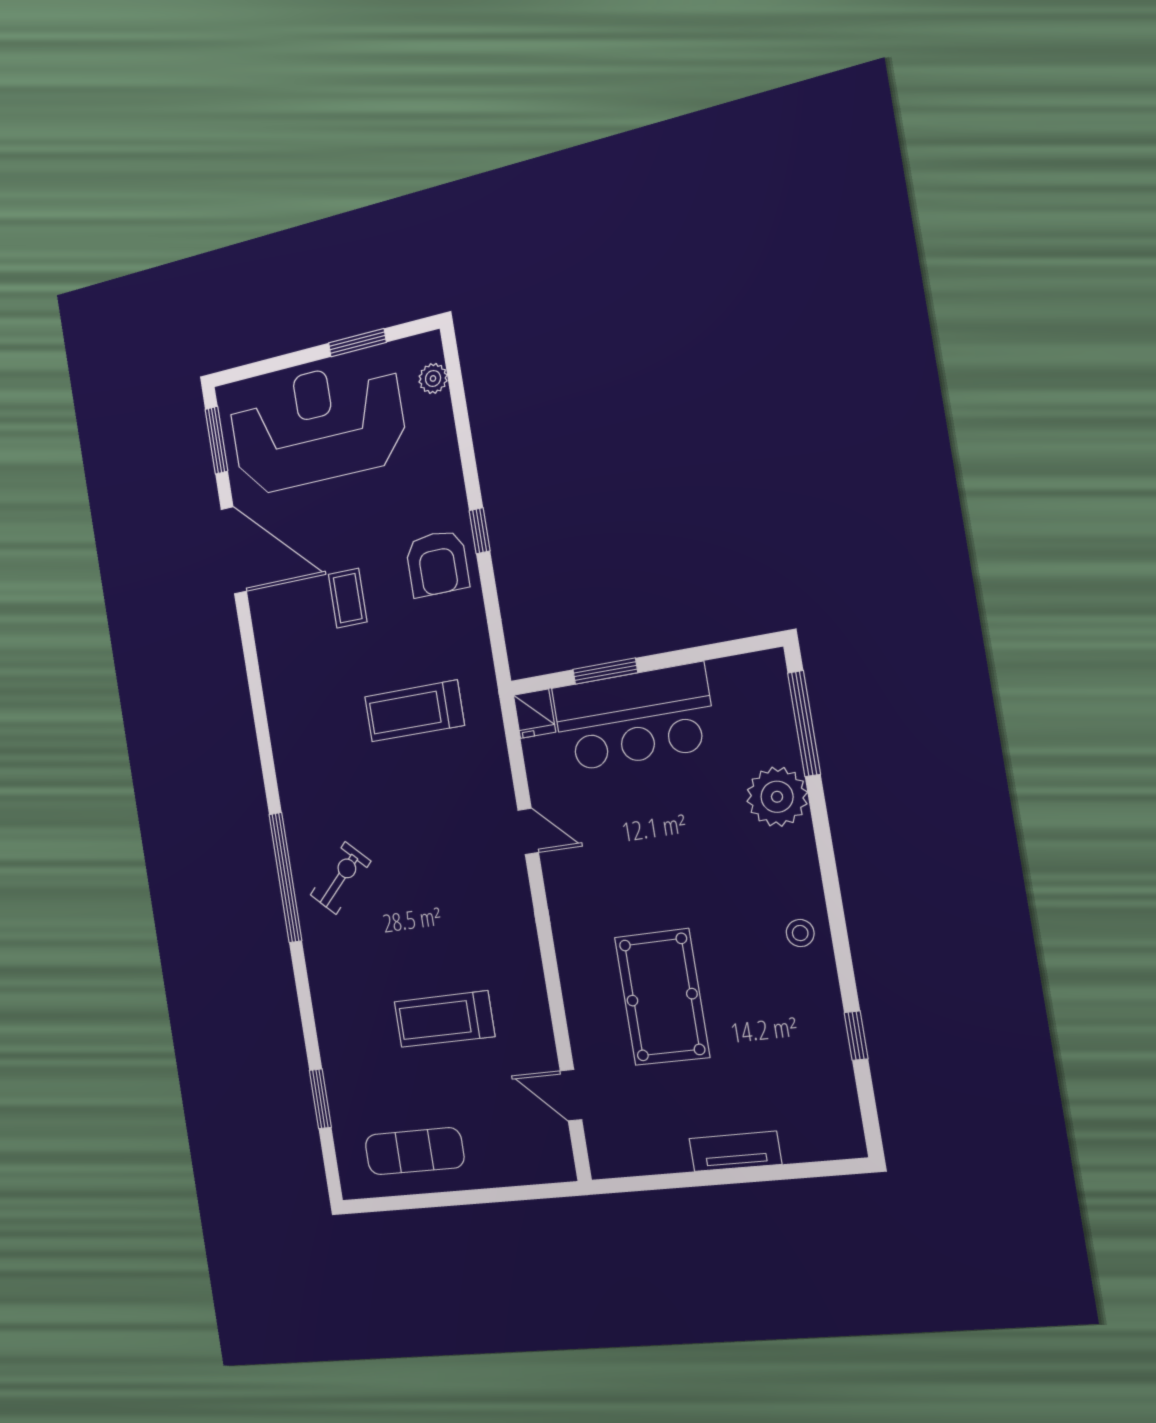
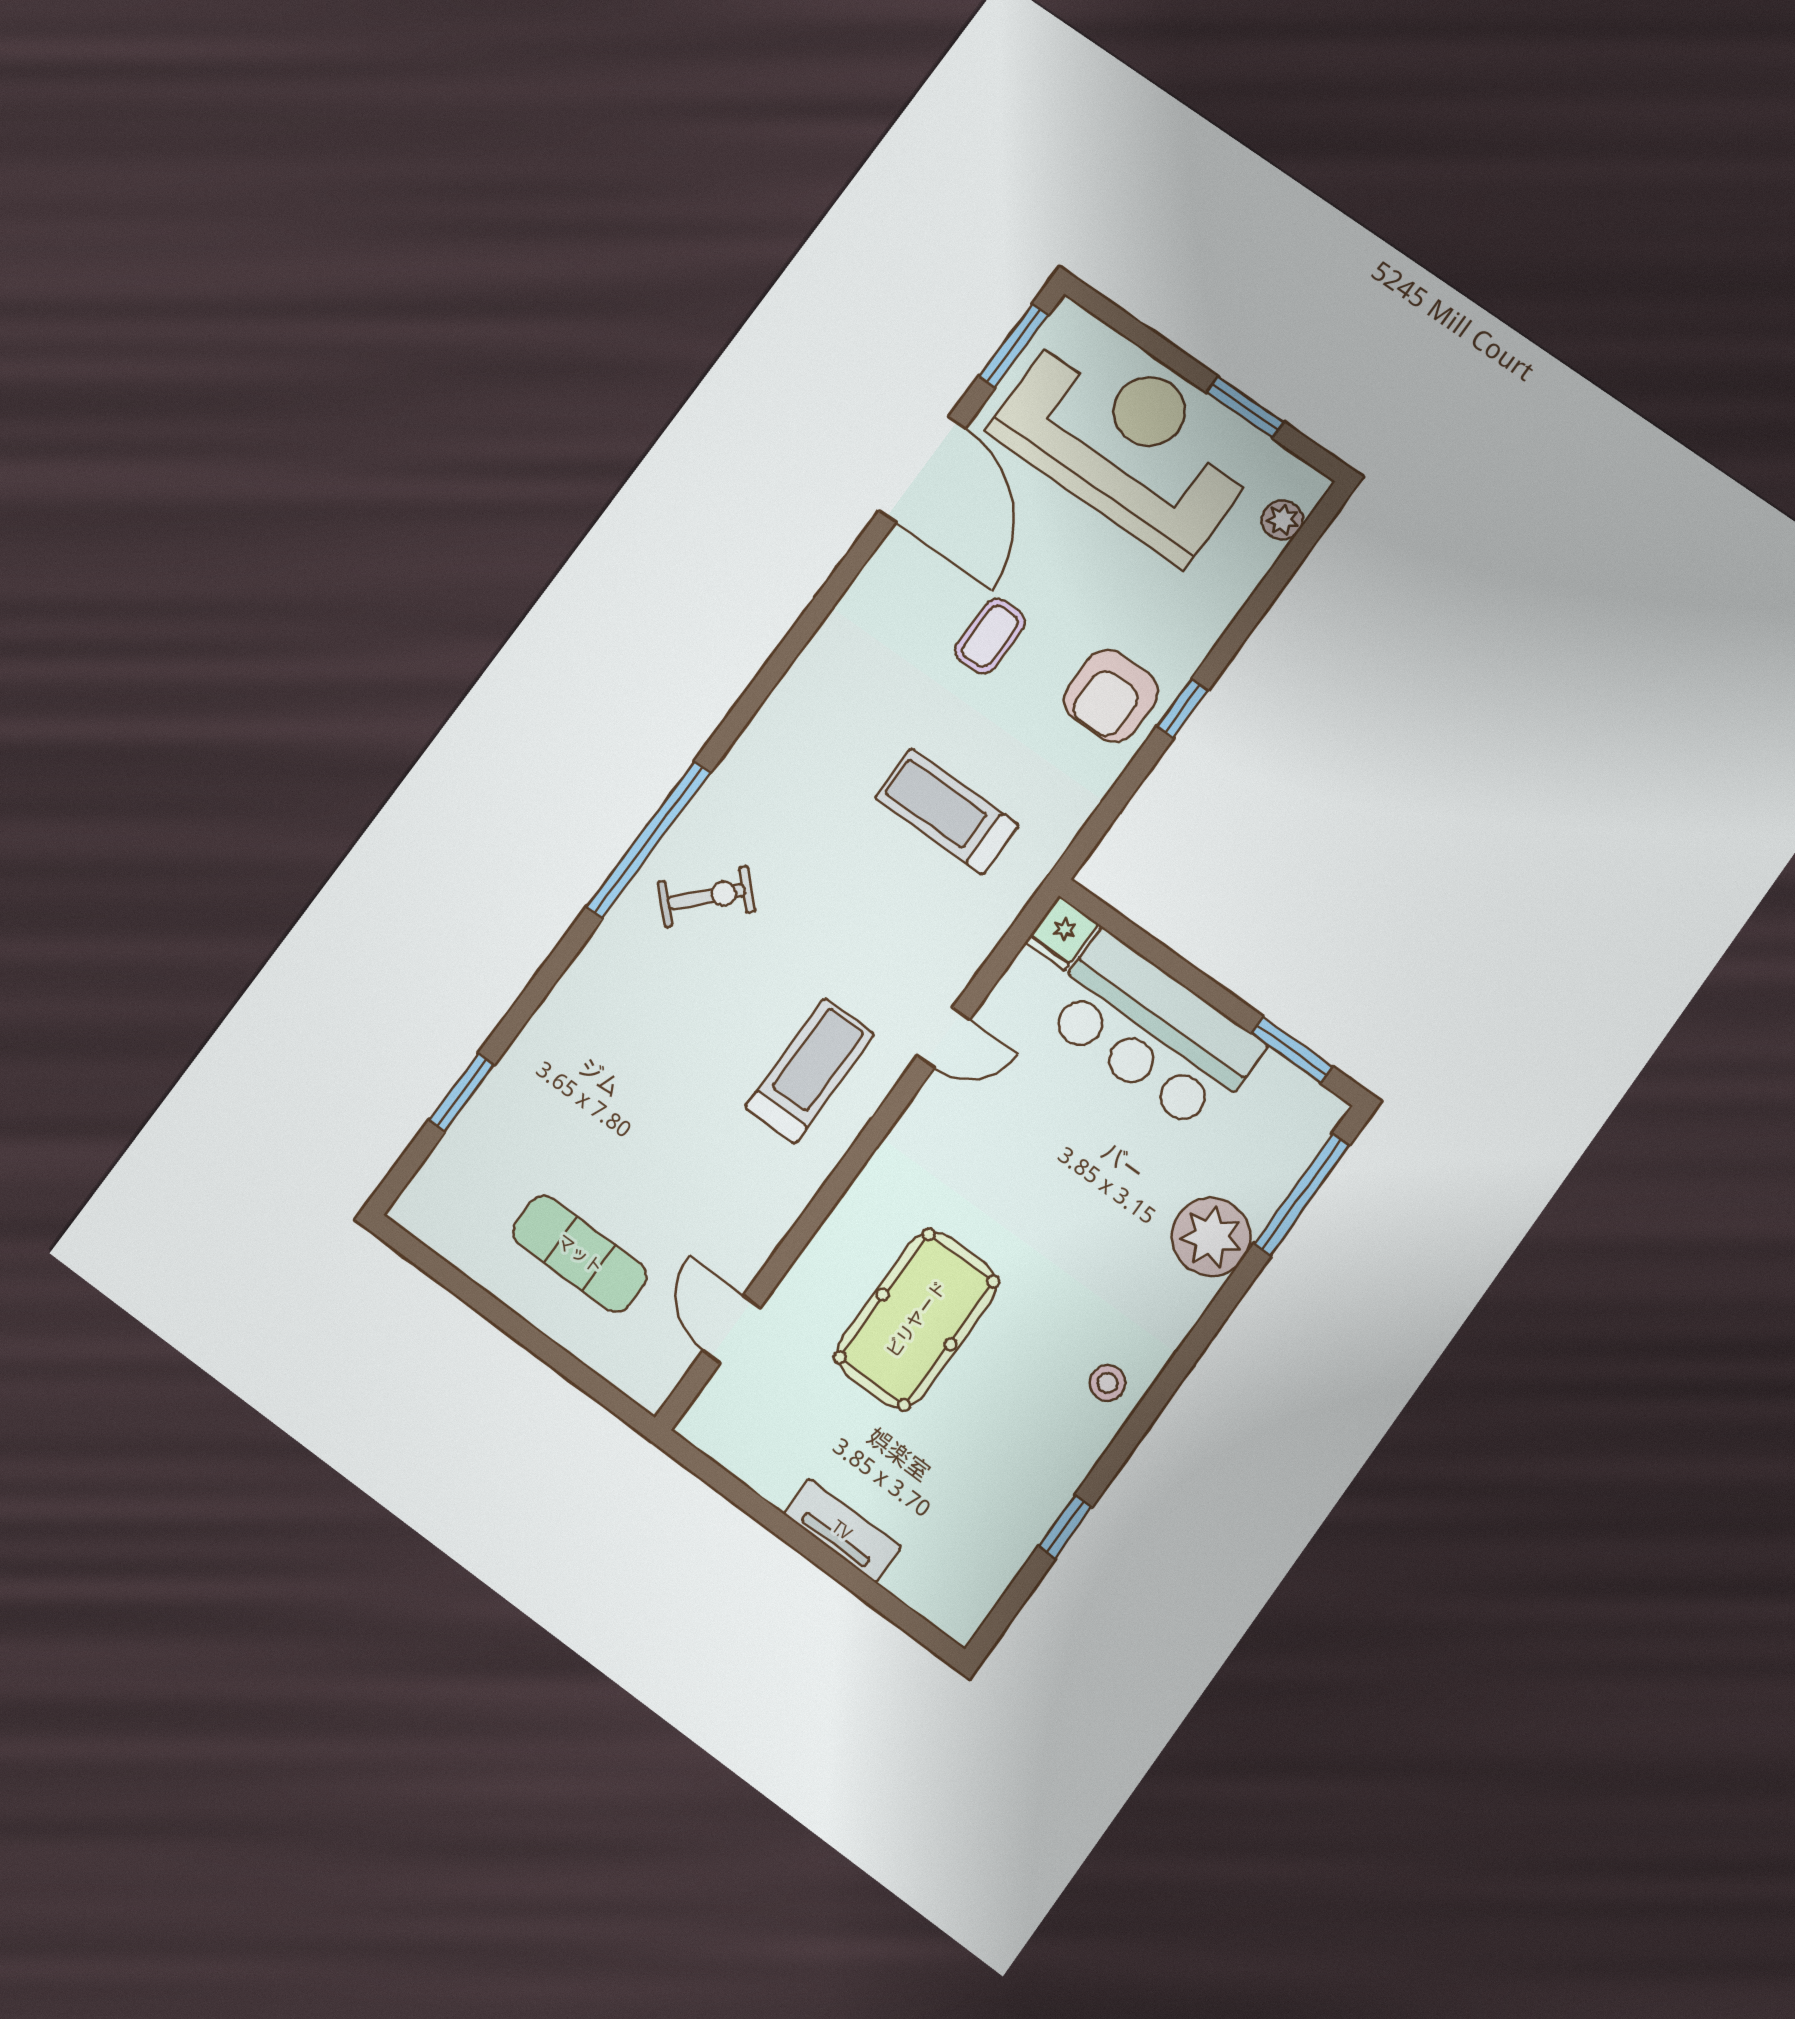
window: (605, 671) -> (1292, 1050), moved
door: (528, 831) -> (943, 1038), hinge flipped
treadmill: (444, 1019) -> (810, 1071), moved, turned 90
exercise mat: (414, 1151) -> (580, 1254), moved

